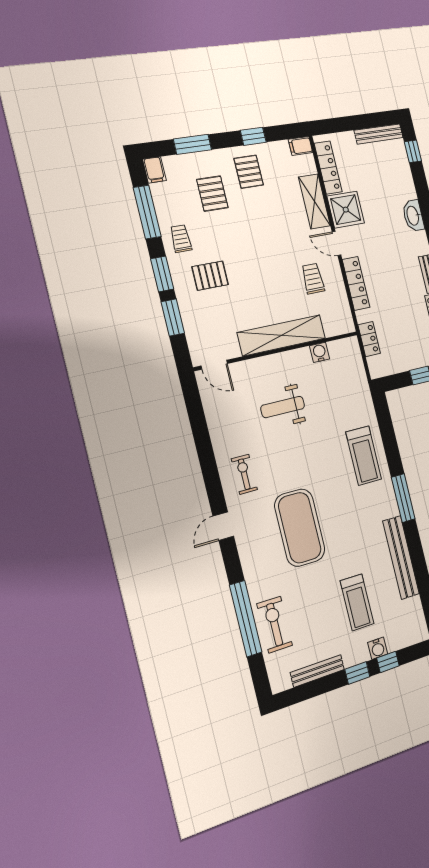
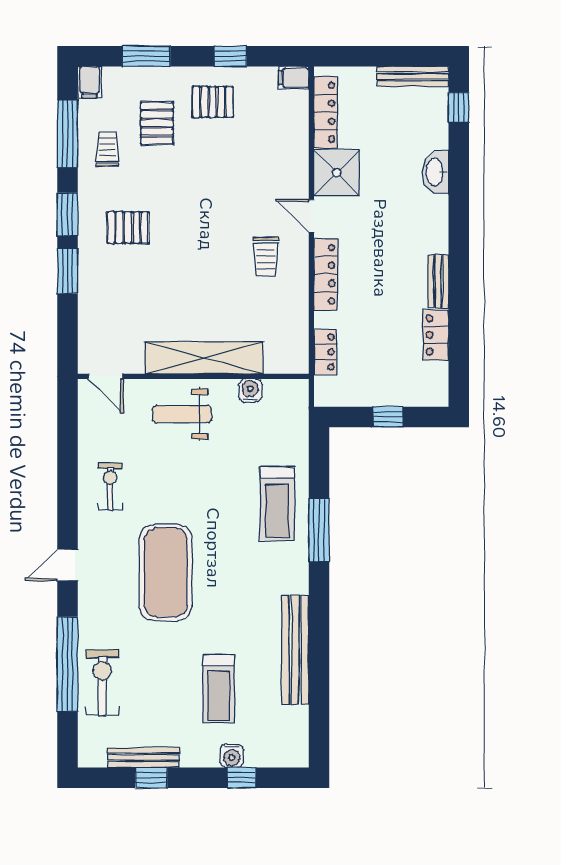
pallet: (249, 172) -> (213, 102), turned 90
shelving: (314, 201) -> (294, 155), removed
washbasin: (413, 216) -> (435, 172), moved
trolley: (181, 239) -> (107, 149), moved
trolley: (313, 279) -> (266, 257), turned 180
shelving: (282, 335) -> (204, 358), moved
wall: (278, 351) -> (193, 376), moved
water cooler: (320, 352) -> (250, 391), moved
door: (214, 365) -> (106, 376), moved
window: (403, 498) -> (319, 530), moved
door: (223, 526) -> (67, 565), moved
window: (357, 673) -> (151, 778), moved

